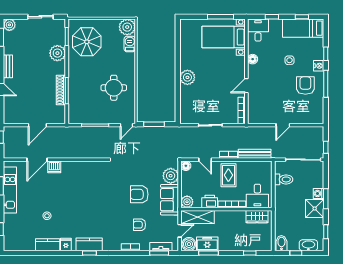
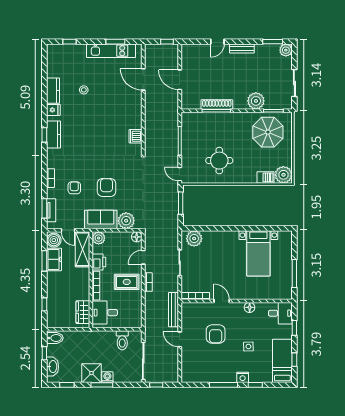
bed with nightstands: (224, 37) -> (258, 253), moved, turned 180
plant: (187, 77) -> (194, 239), moved
armchair: (305, 85) -> (216, 334), moved, turned 90
bench: (255, 154) -> (173, 310), moved
dishwasher: (54, 167) -> (136, 136), moved

